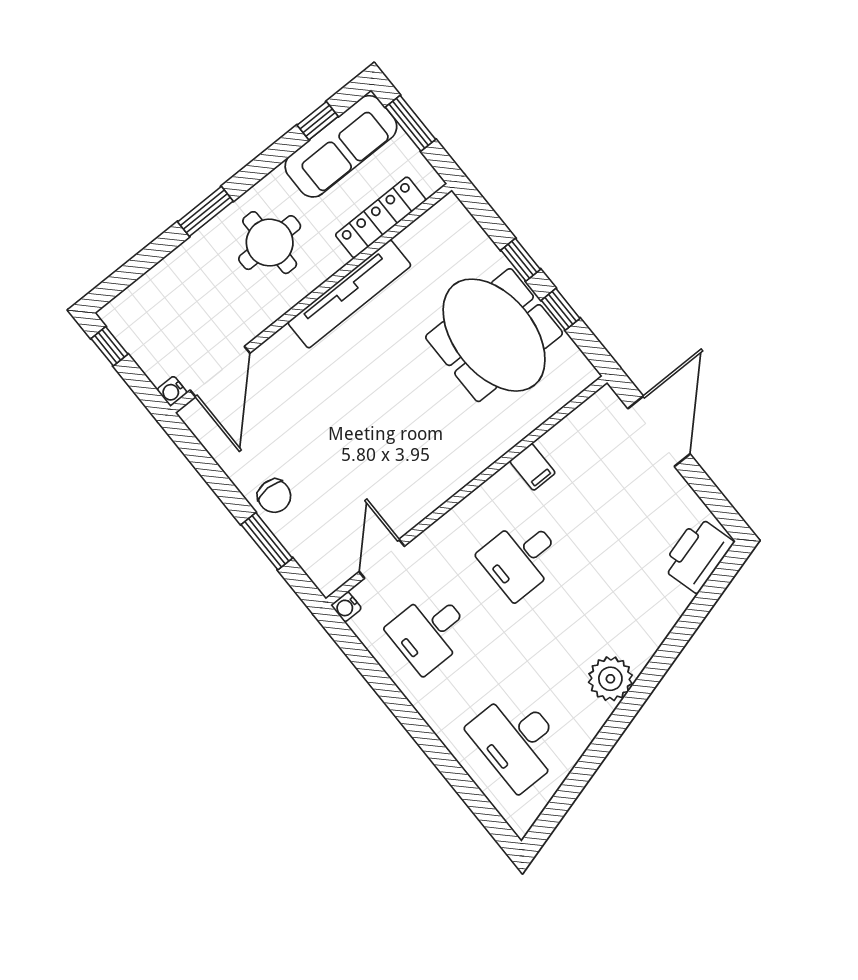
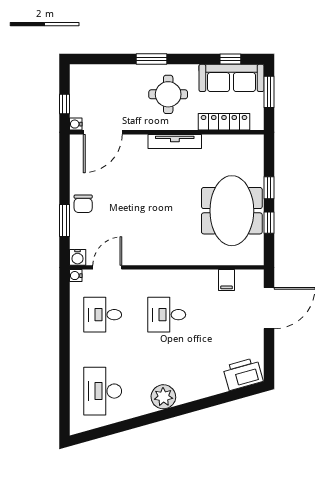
tv unit: (349, 294) -> (175, 142), width x0.73, depth x0.78
window: (110, 346) -> (64, 104), moved
filing cabinet: (533, 467) -> (227, 280), moved
water cooler: (328, 579) -> (78, 257), added

